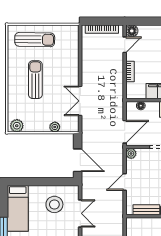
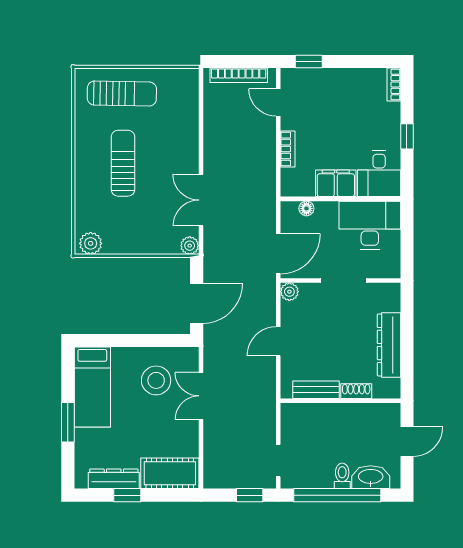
window: (142, 21) -> (309, 61), added
floor lamp: (132, 31) -> (291, 78), removed
door: (125, 45) -> (278, 102), swing flipped
plant: (55, 127) -> (190, 246), moved
door: (78, 160) -> (197, 304), hinge flipped
double door: (80, 213) -> (201, 396), swing flipped

